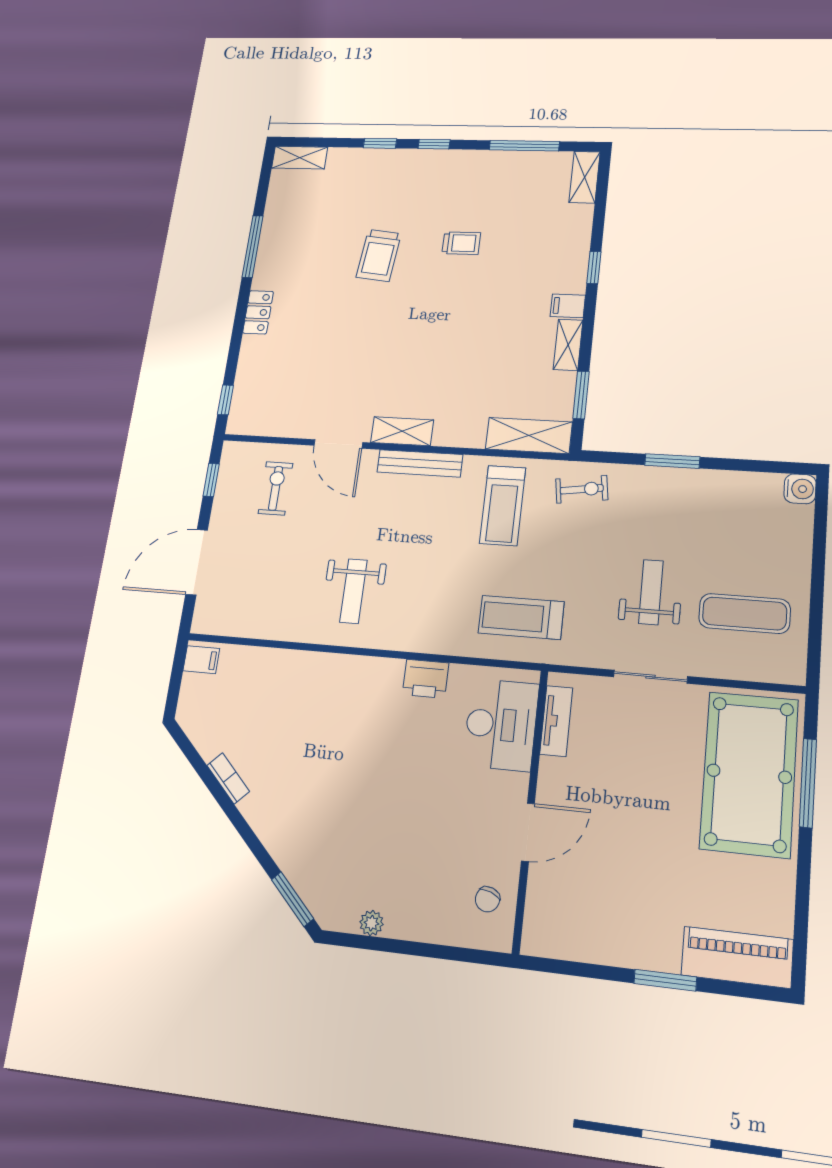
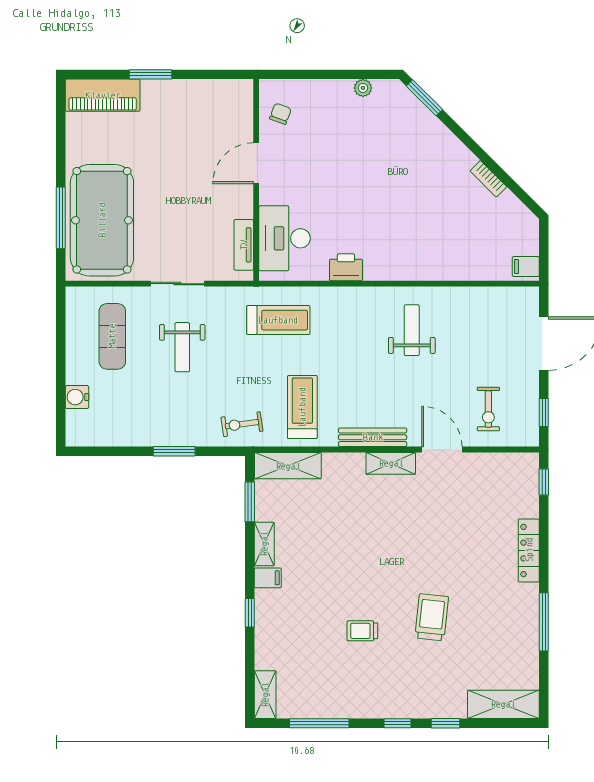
shelving: (300, 158) -> (503, 704), width x1.50, depth x1.33
locker: (258, 312) -> (529, 550), width x1.53
water cooler: (800, 489) -> (77, 397), moved
exercise mat: (745, 614) -> (112, 336), turned 90

